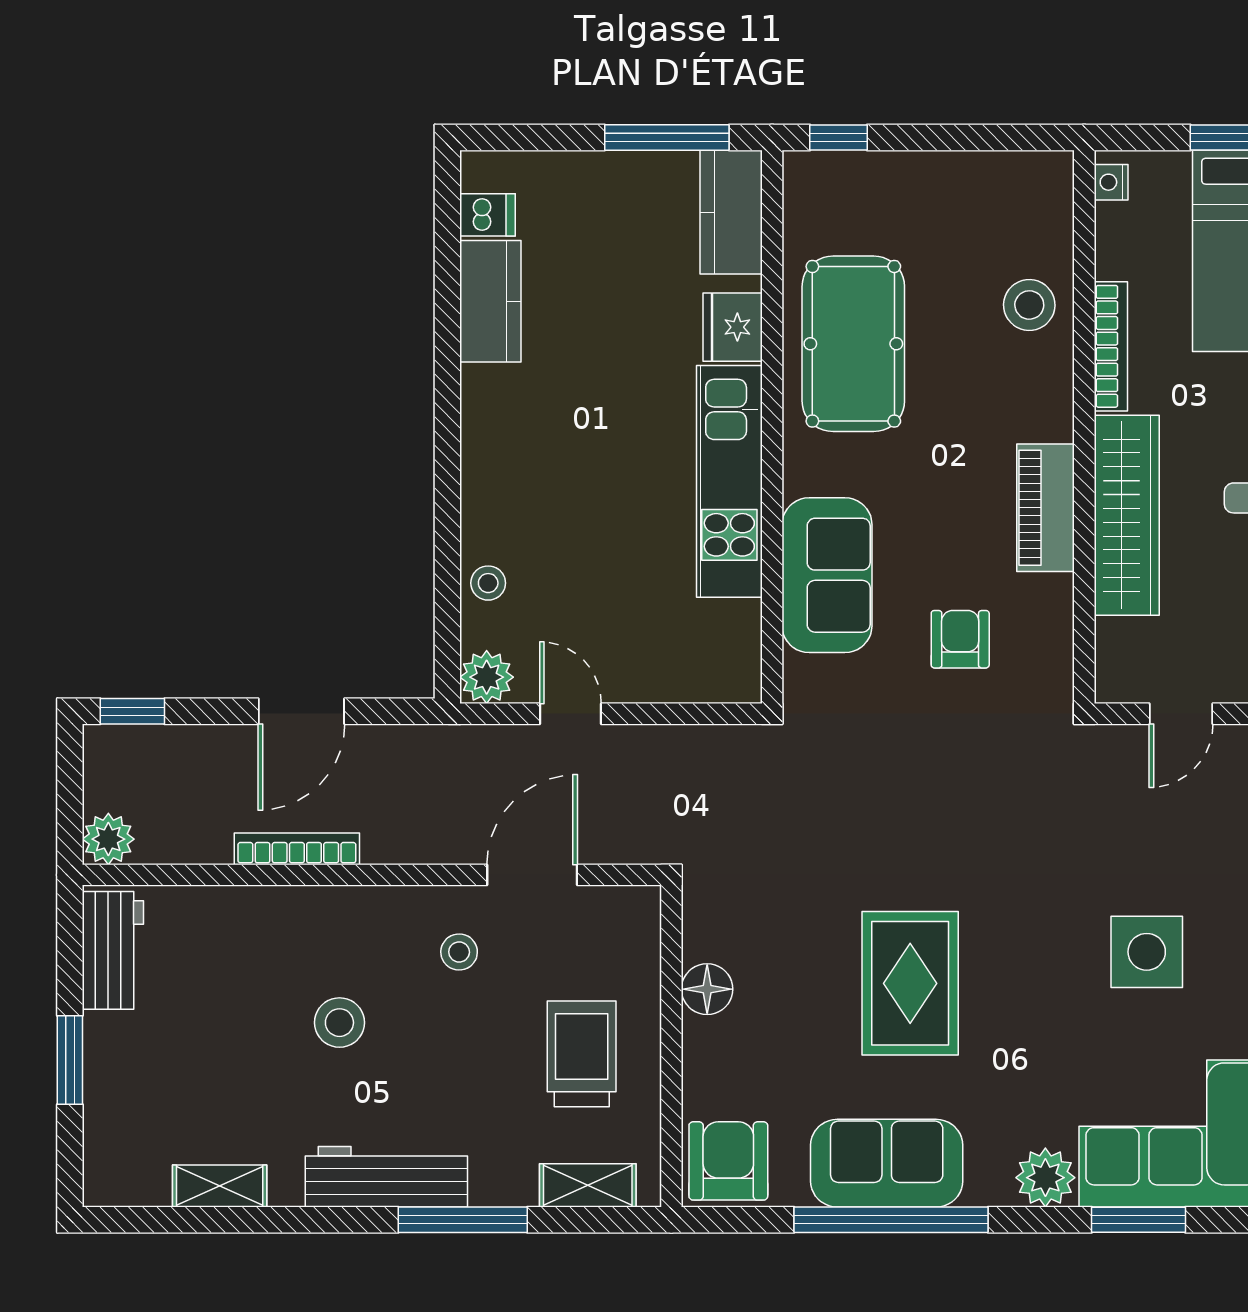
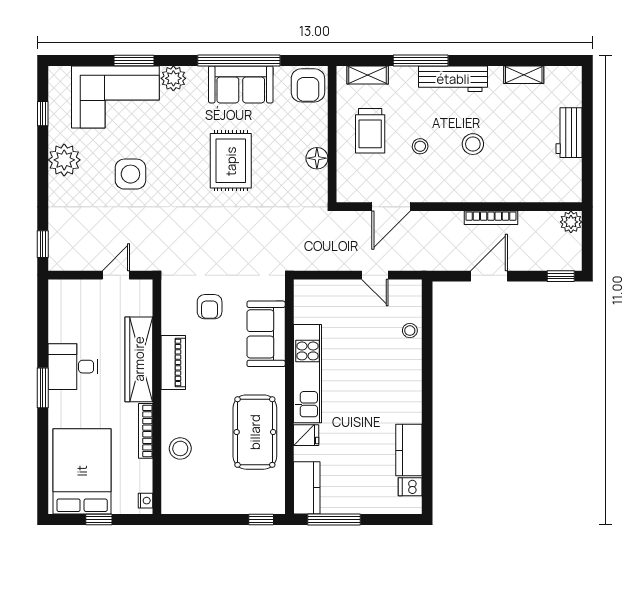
fridge: (733, 327) -> (306, 435), width x0.72
plant: (487, 677) -> (410, 291), removed
workbench: (113, 950) -> (569, 133), moved
stool: (459, 952) -> (420, 146), moved
window: (70, 1060) -> (587, 128), removed

